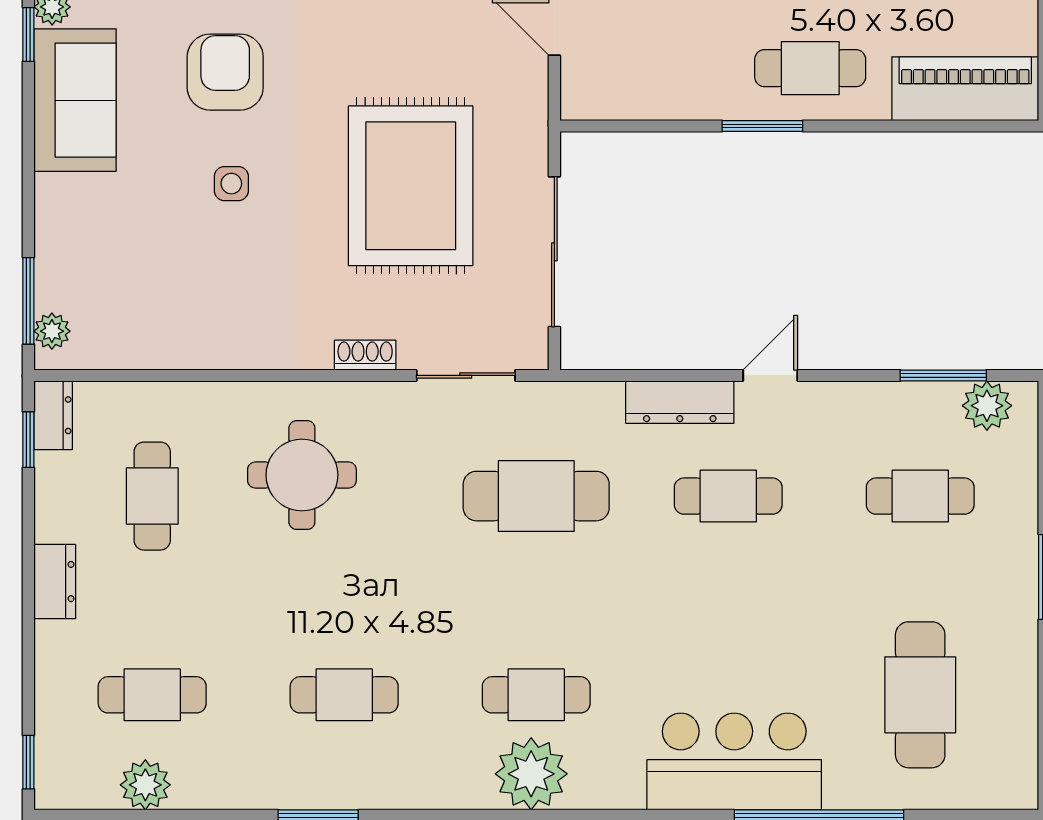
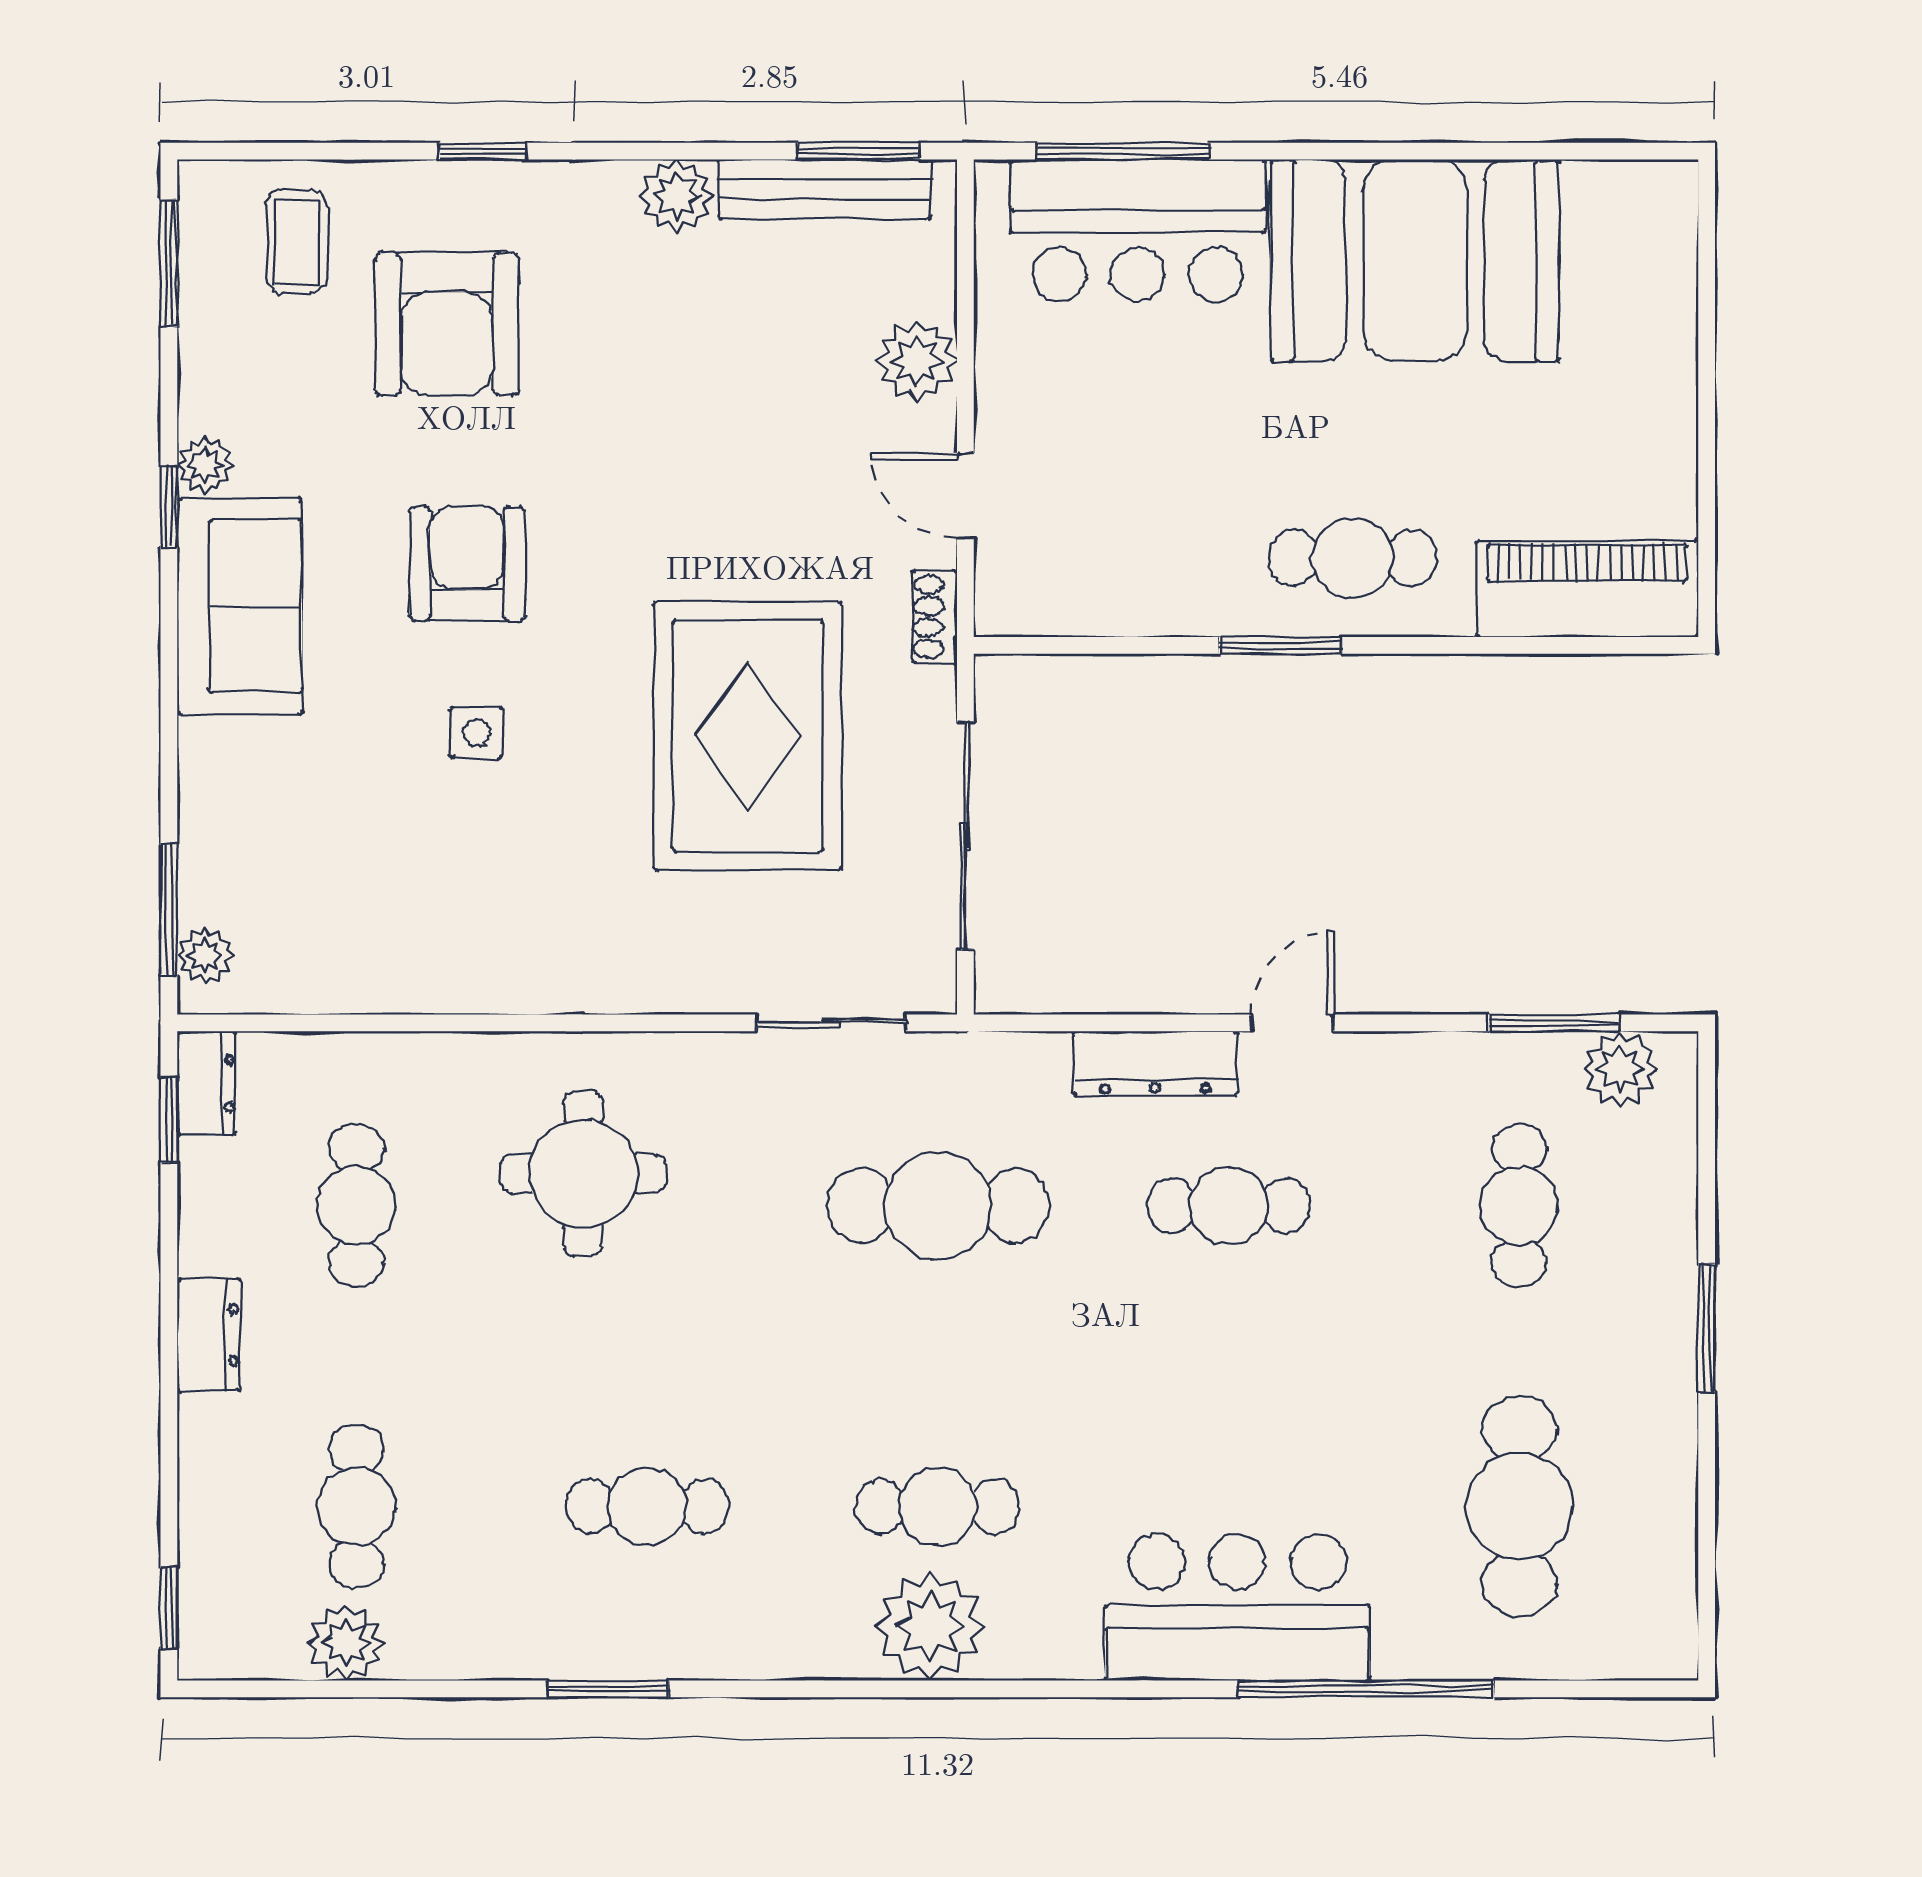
shoe rack: (365, 355) -> (934, 617), moved, turned -90
cafe table: (920, 496) -> (1519, 1205), turned 90
cafe table: (152, 695) -> (357, 1506), turned 90

